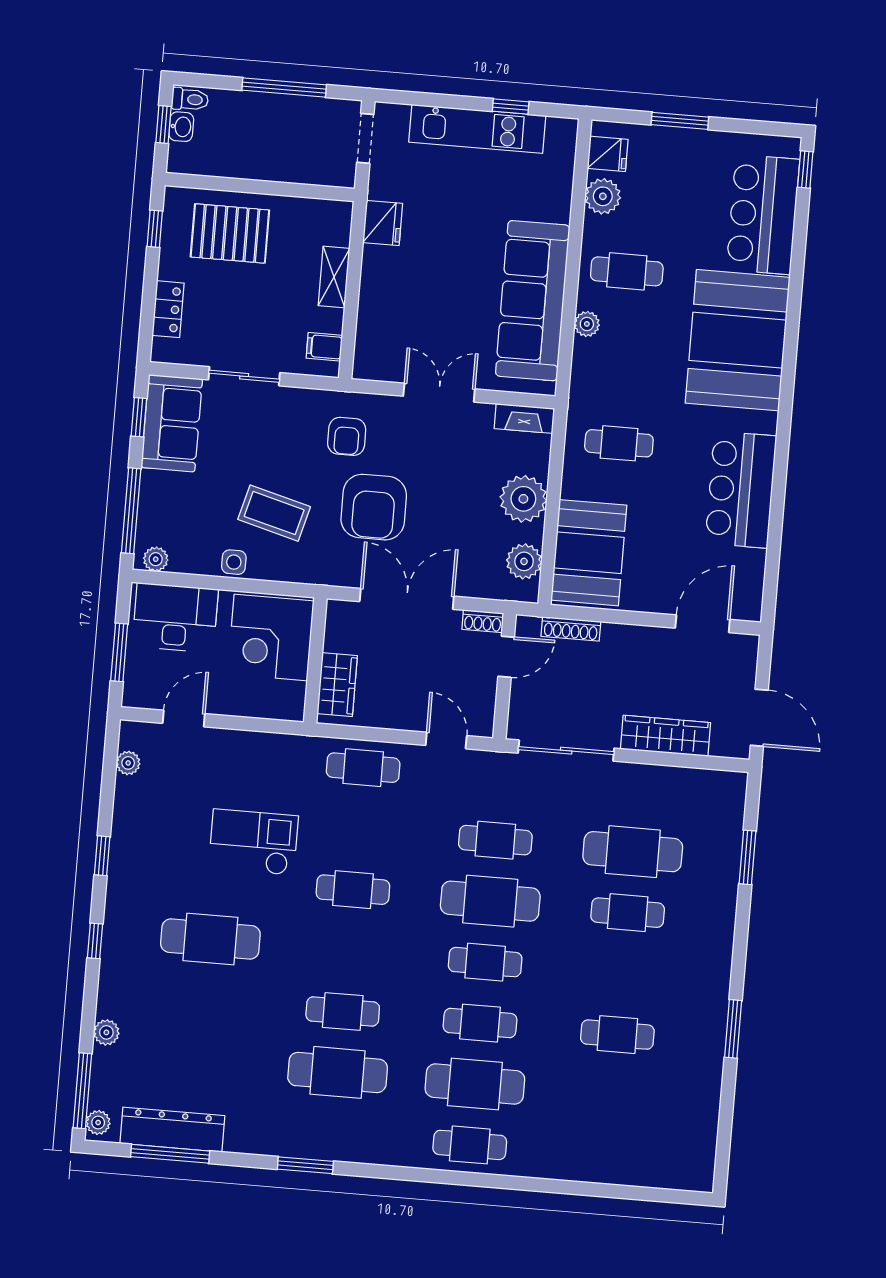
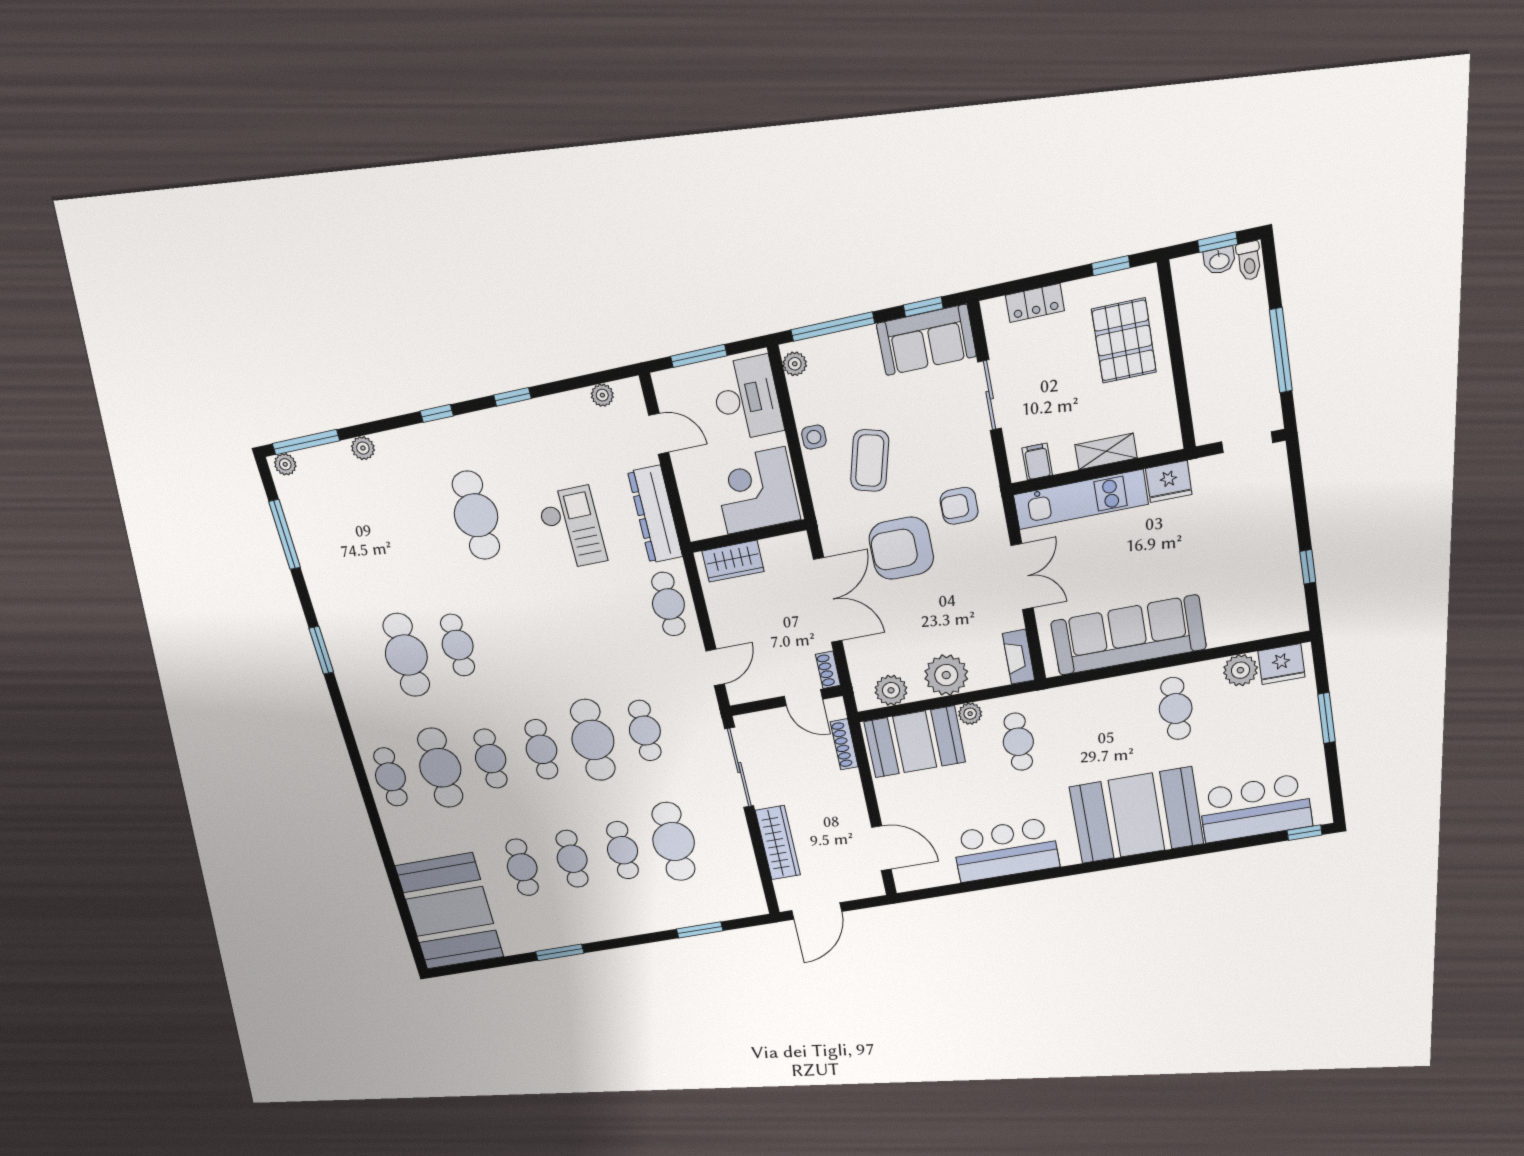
kitchen unit: (477, 129) -> (1081, 500), moved, turned -90
fridge: (608, 154) -> (1281, 664), width x1.38
plant: (587, 324) -> (970, 714), moved
cafe table: (353, 890) -> (572, 859), moved
dresser: (172, 1130) -> (655, 514), moved, turned 180
booth: (648, 1139) -> (449, 911), added

